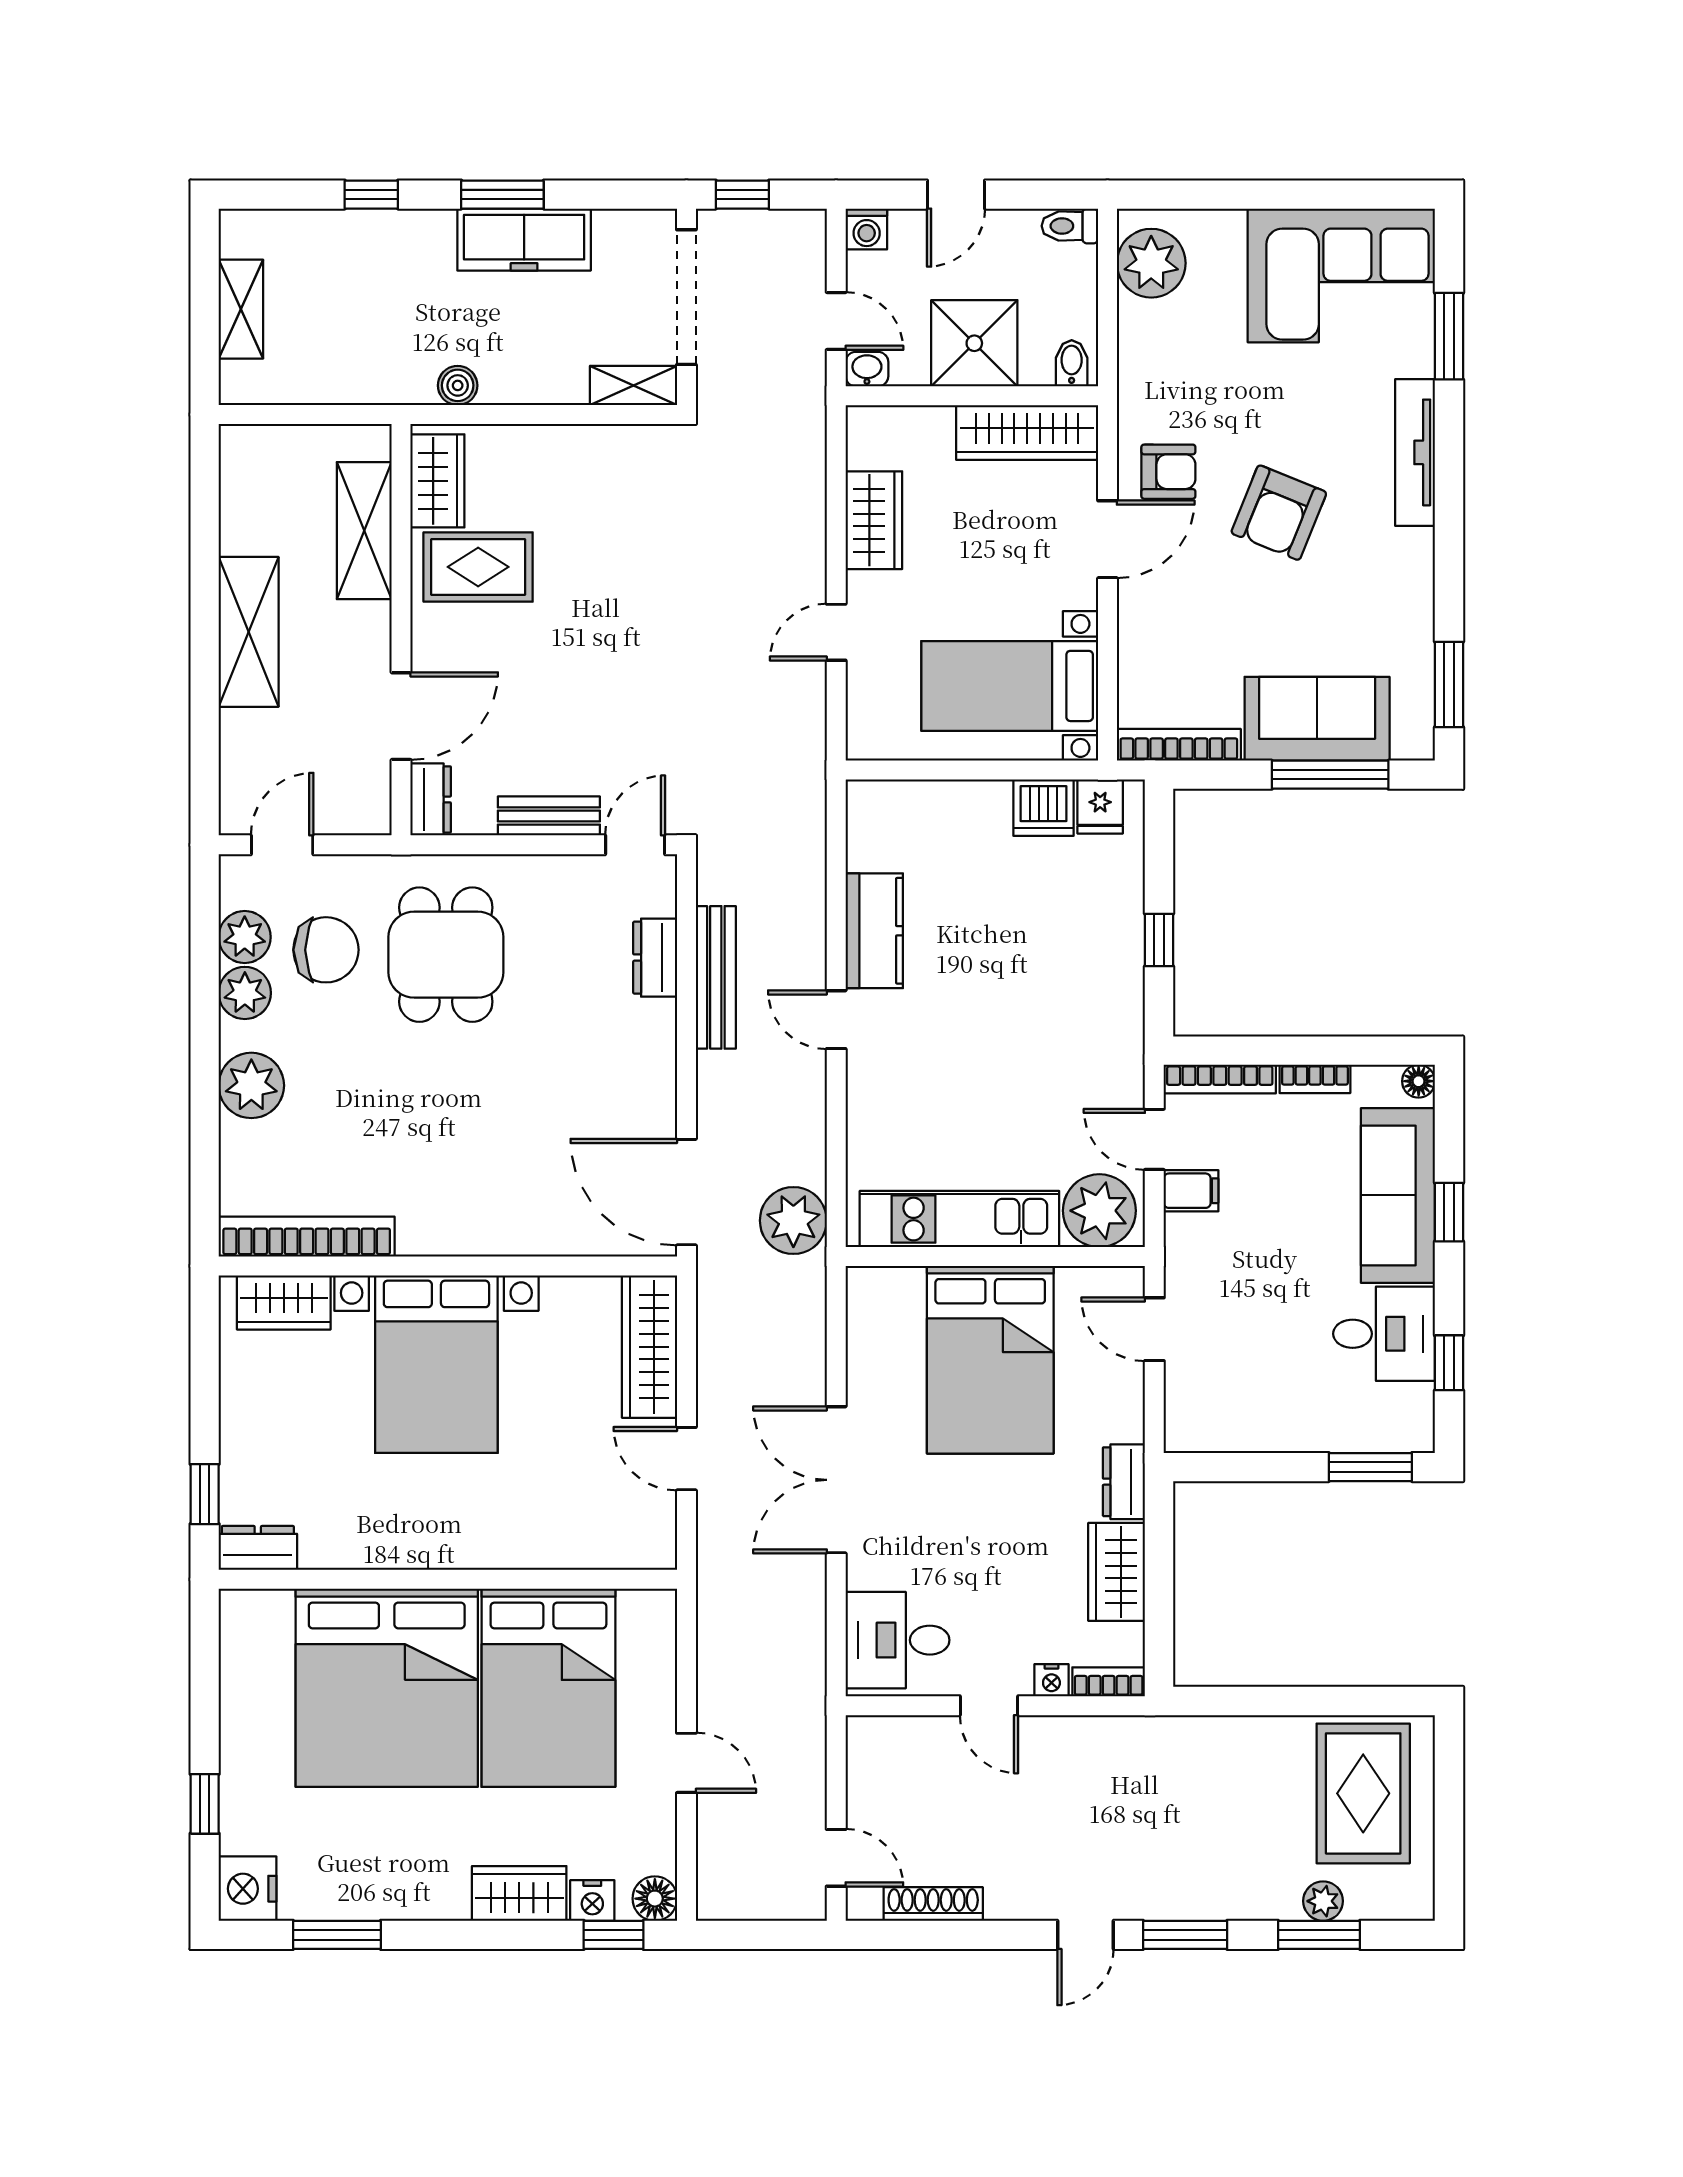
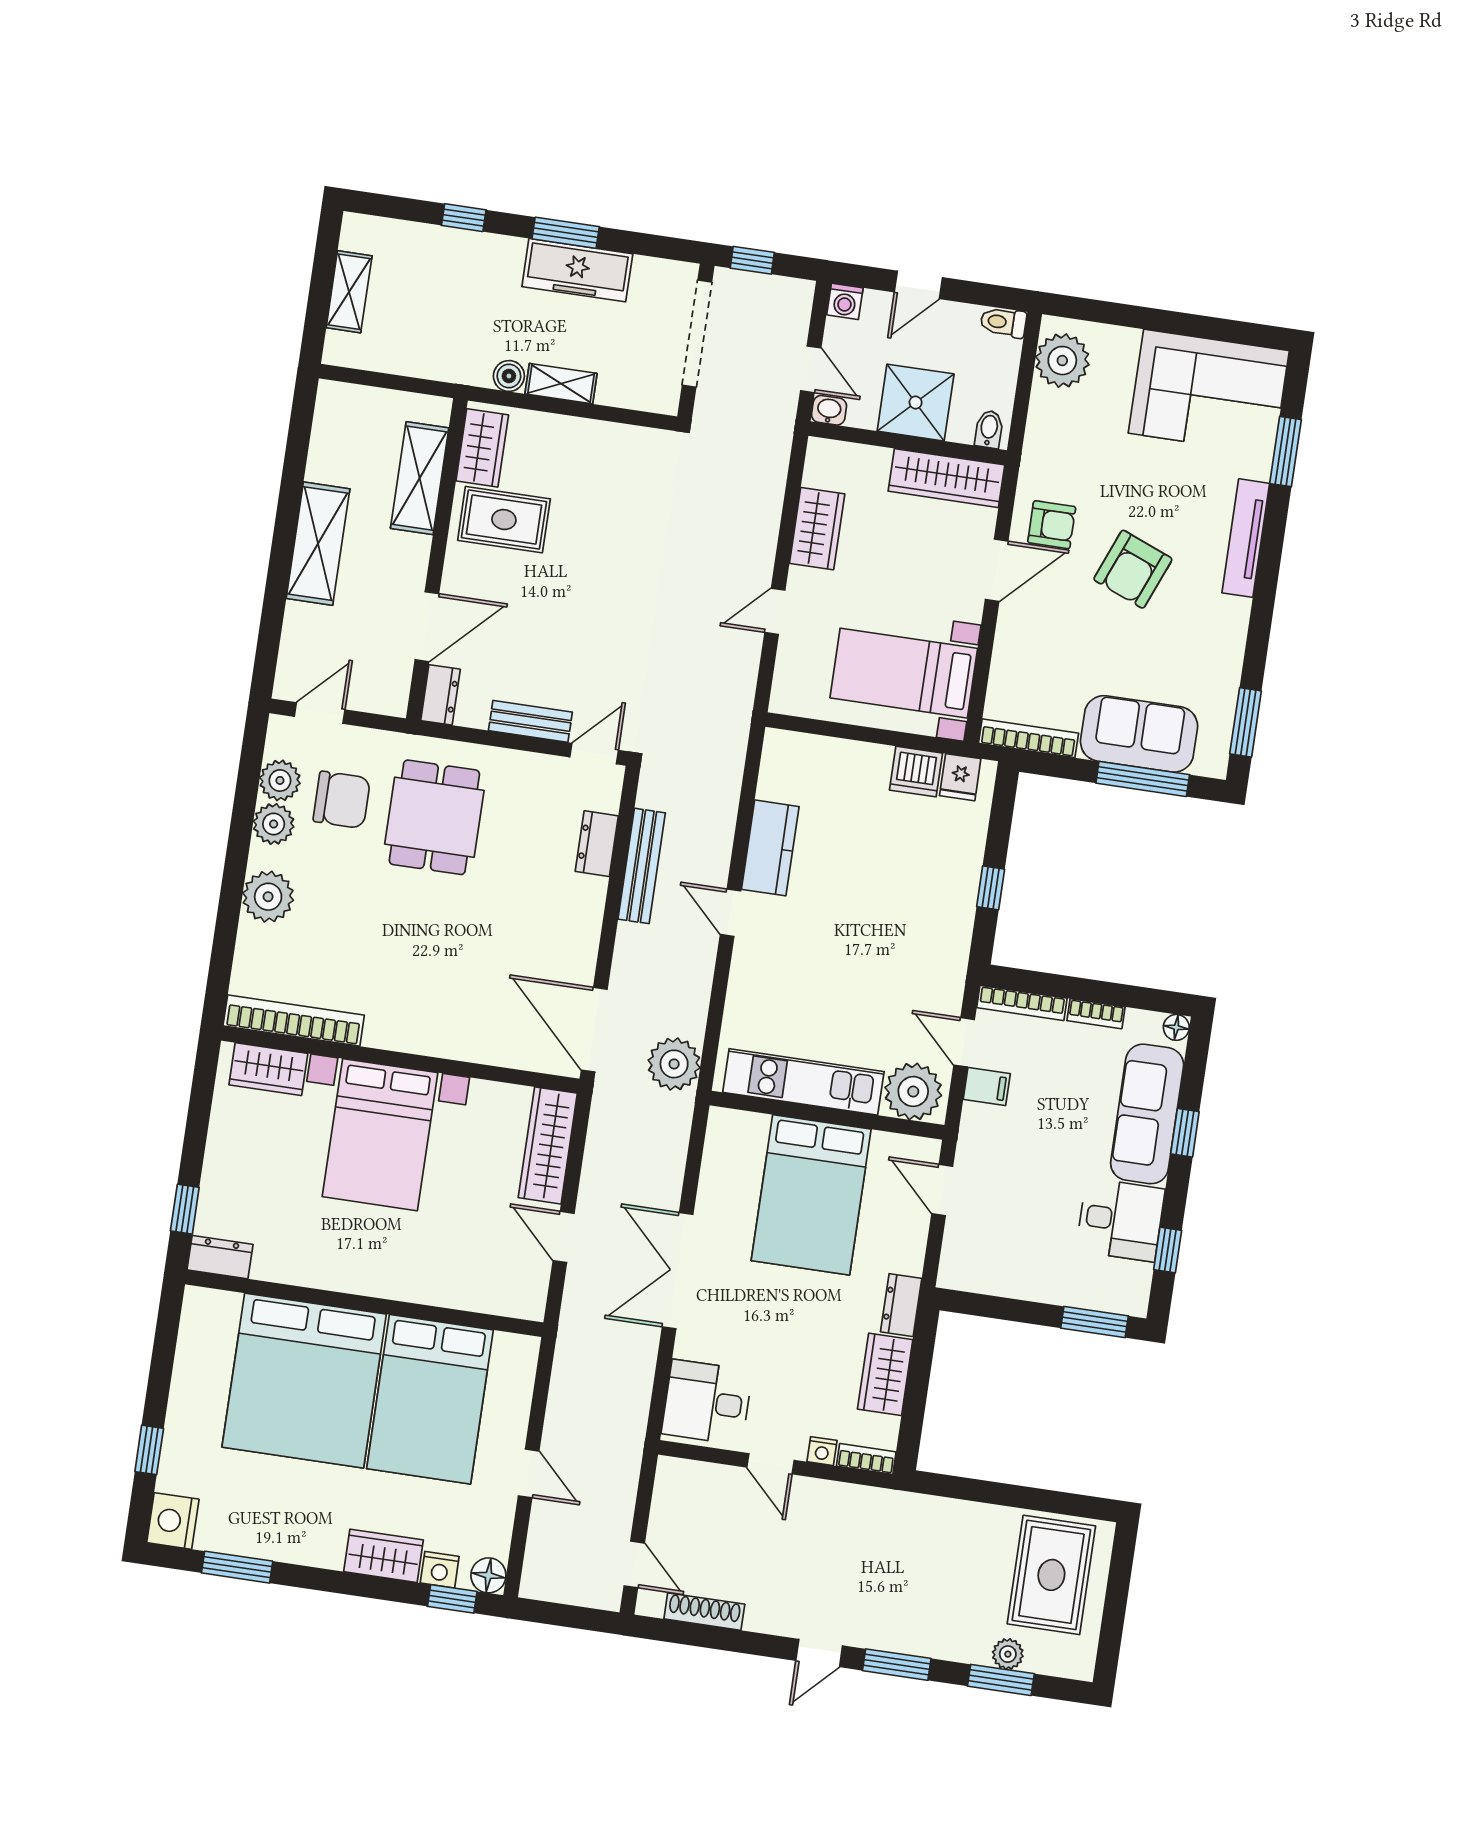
shelving: (634, 385) -> (561, 384), moved

